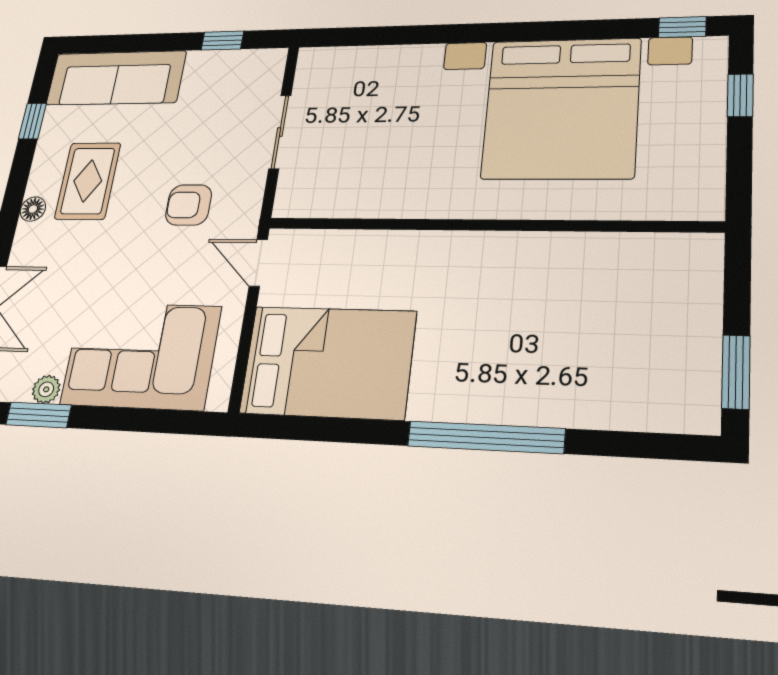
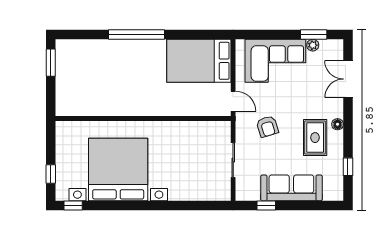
sofa: (116, 78) -> (291, 188), moved
armchair: (189, 205) -> (267, 126), turned 73

